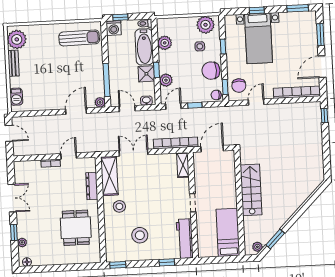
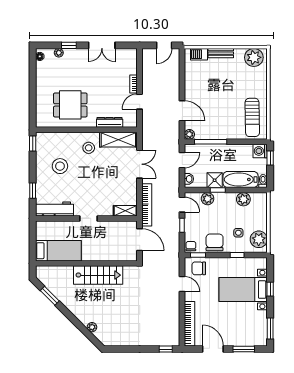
bench: (13, 63) -> (221, 53), moved
door: (69, 156) -> (140, 102), swing flipped
plant: (257, 247) -> (92, 327), moved

